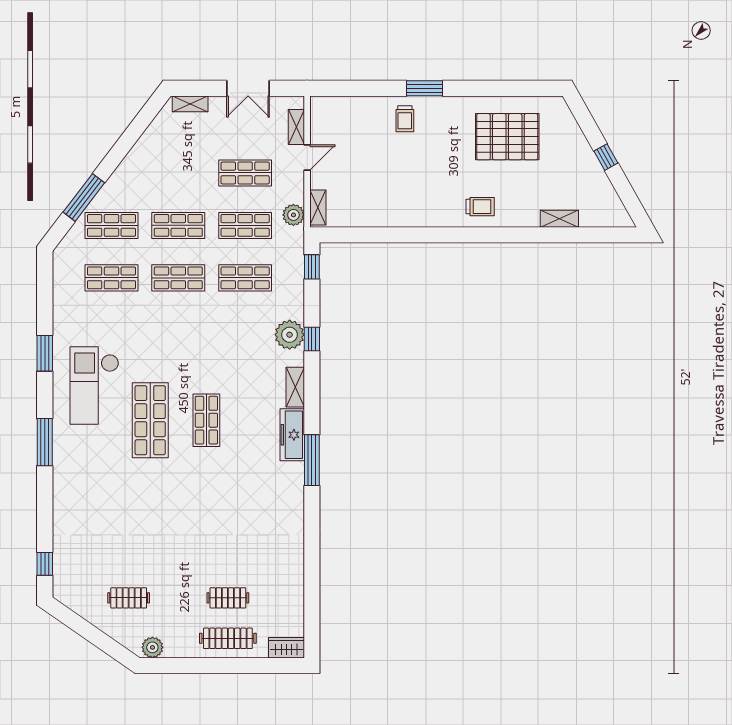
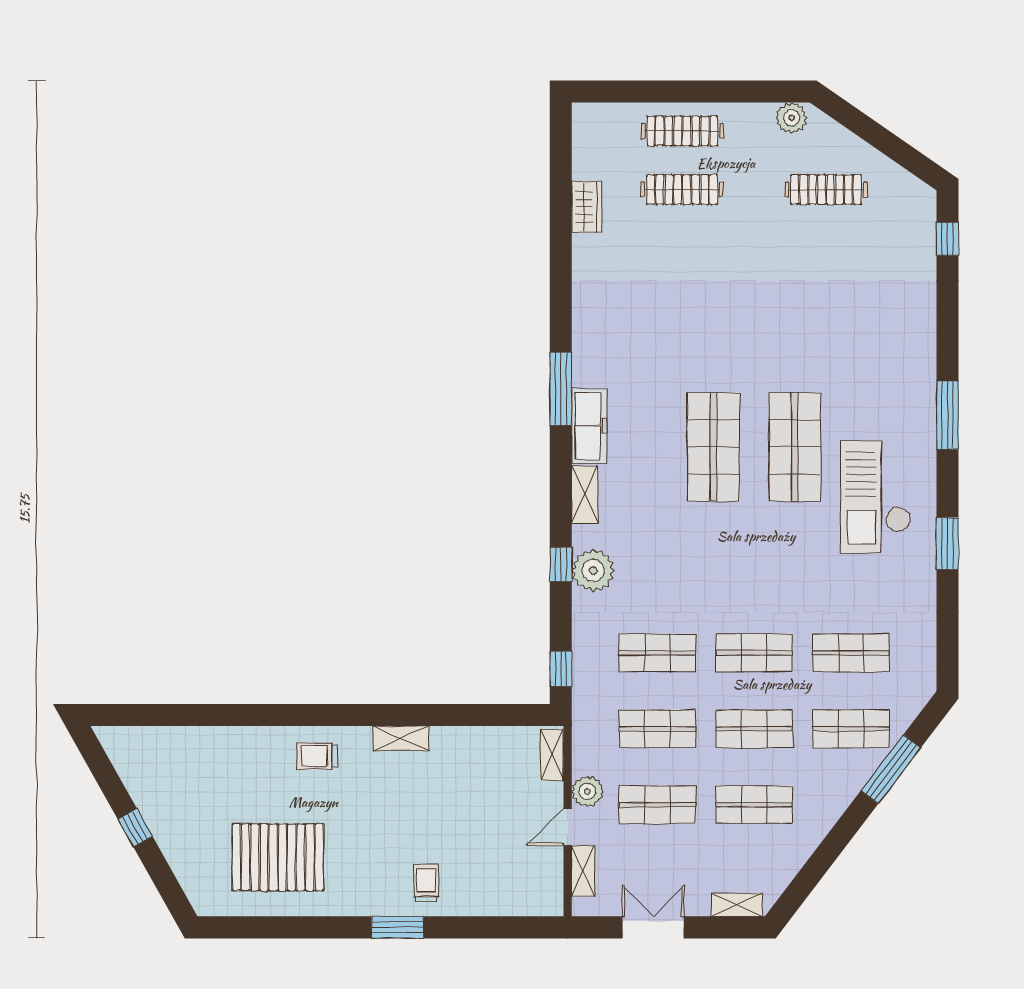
shop shelf: (178, 173) -> (754, 805), added
plant: (293, 215) -> (587, 792), moved
shelving: (559, 219) -> (401, 738), moved
checkout: (94, 386) -> (876, 497), turned 180
shop shelf: (206, 420) -> (713, 447), width x1.43, depth x1.36
clothes rail: (129, 598) -> (826, 190), width x1.36
clothes rail: (228, 598) -> (682, 190), width x1.36
wardrobe: (287, 648) -> (587, 207), moved, turned -90

